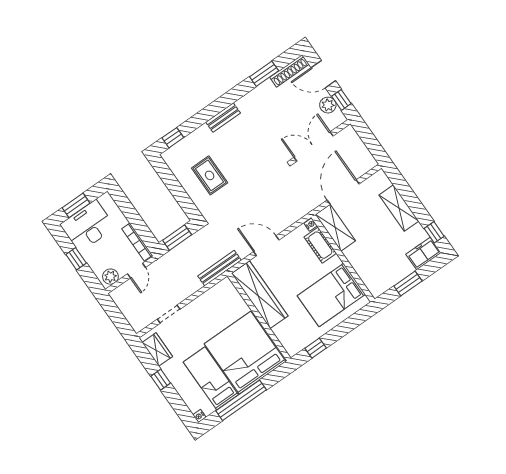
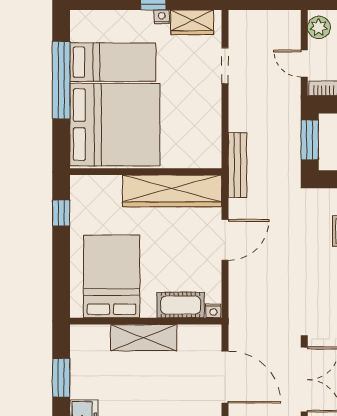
shelving: (335, 228) -> (144, 338), moved
nightstand: (199, 416) -> (162, 17), moved

